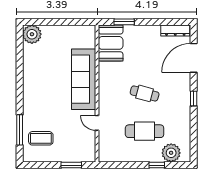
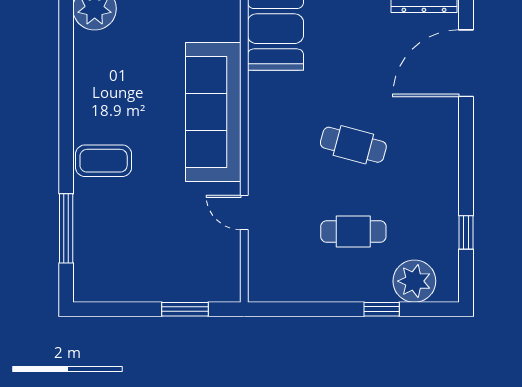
window: (194, 99) -> (466, 232), moved
cafe table: (145, 131) -> (353, 232), width x0.73, depth x0.74
coffee table: (41, 138) -> (104, 161), moved

